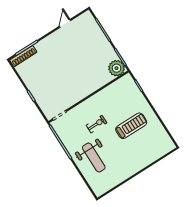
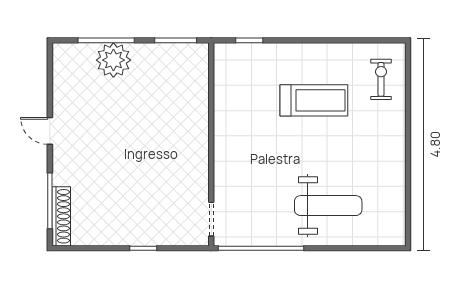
door: (65, 23) -> (50, 131), moved
plant: (117, 68) -> (113, 60), moved
exercise bike: (96, 124) -> (381, 79), moved
treadmill: (131, 126) -> (314, 100), turned 90

